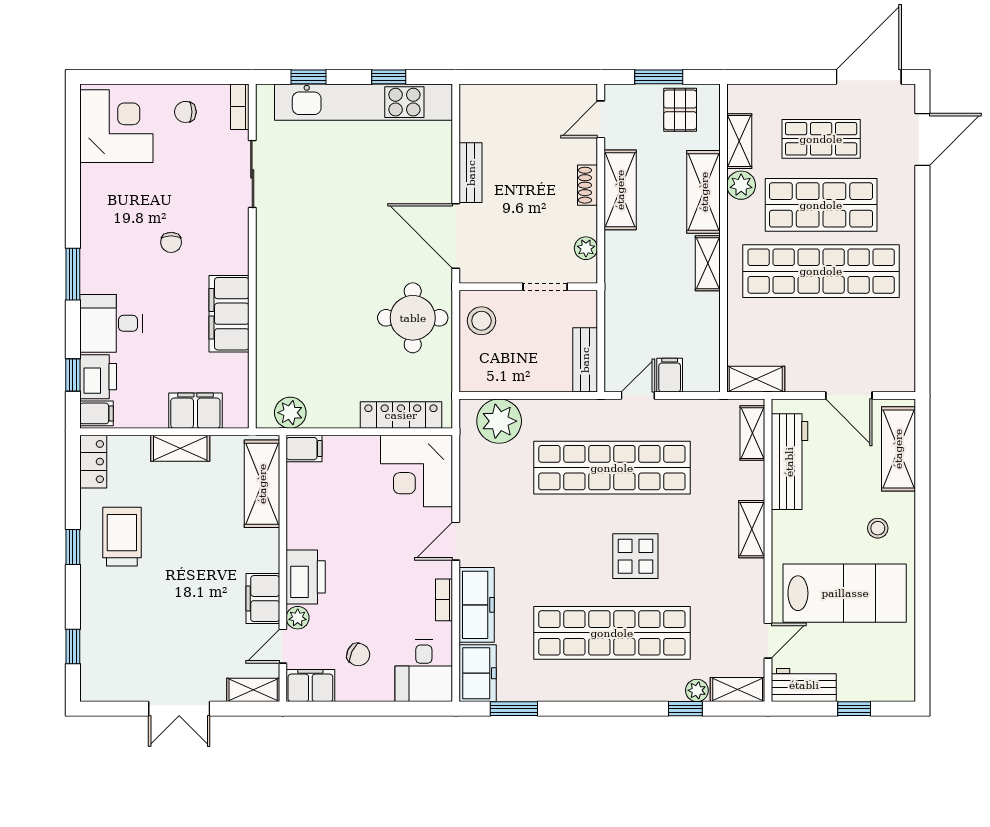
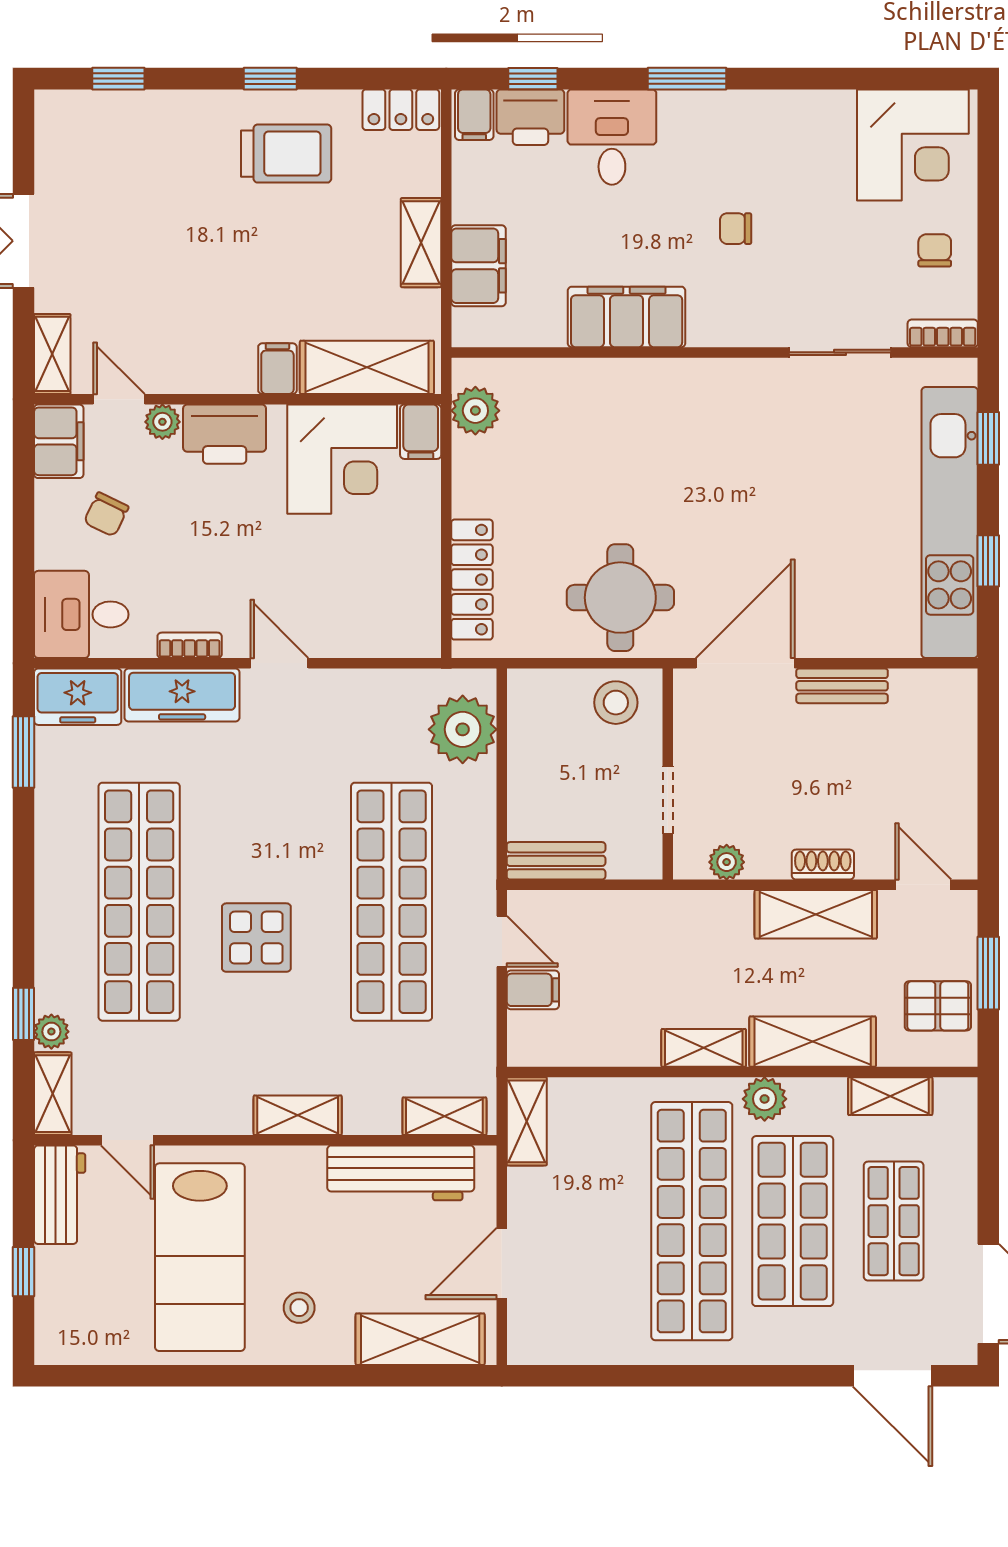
plant: (741, 185) -> (765, 1099), moved
corner desk: (417, 471) -> (342, 459), moved, turned 180
filing cabinet: (263, 599) -> (277, 369), moved, width x0.50

